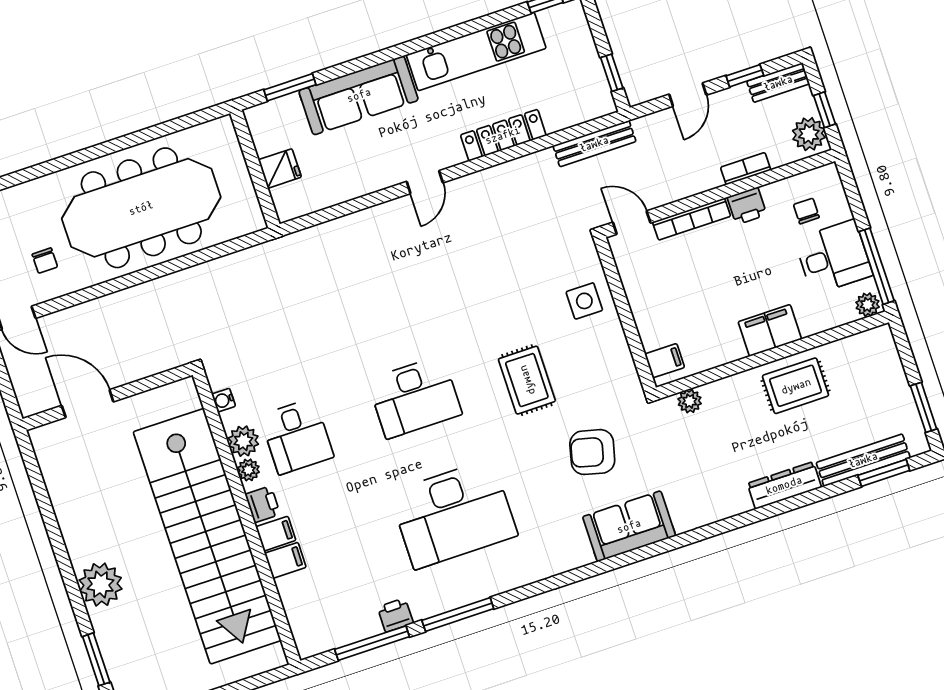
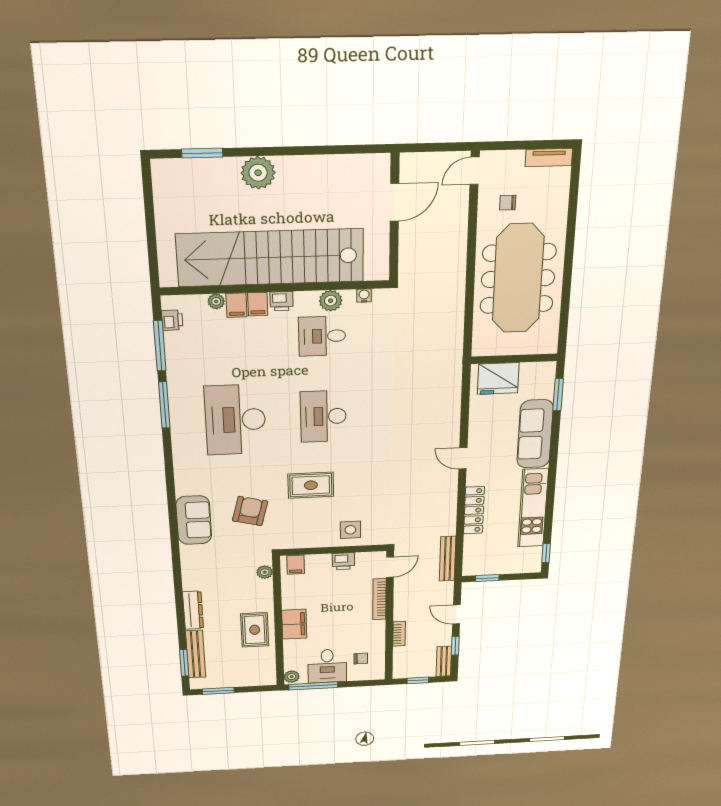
plant: (809, 134) -> (407, 670), removed
fridge: (280, 168) -> (498, 378), width x1.88, depth x1.34
printer: (747, 206) -> (343, 561), moved, turned -90
plant: (248, 470) -> (216, 301), moved
printer: (395, 615) -> (172, 320), moved

